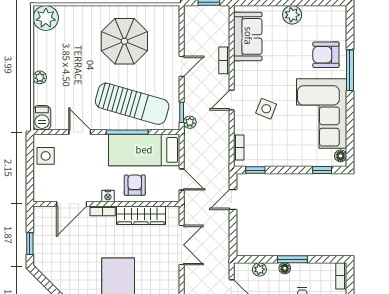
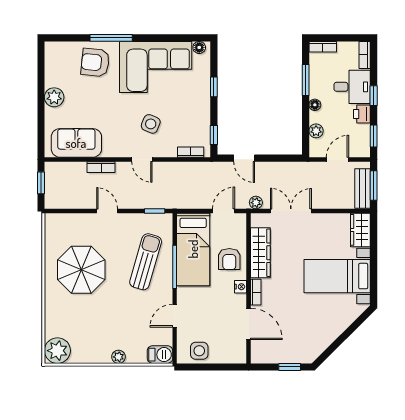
armchair: (326, 55) -> (95, 62), turned 96
sun lounger: (132, 104) -> (146, 262), width x0.73, depth x0.75
plant: (190, 122) -> (256, 203), moved
window: (322, 170) -> (214, 87), moved
armchair: (135, 185) -> (229, 259), turned -90
window: (292, 259) -> (306, 80), moved

